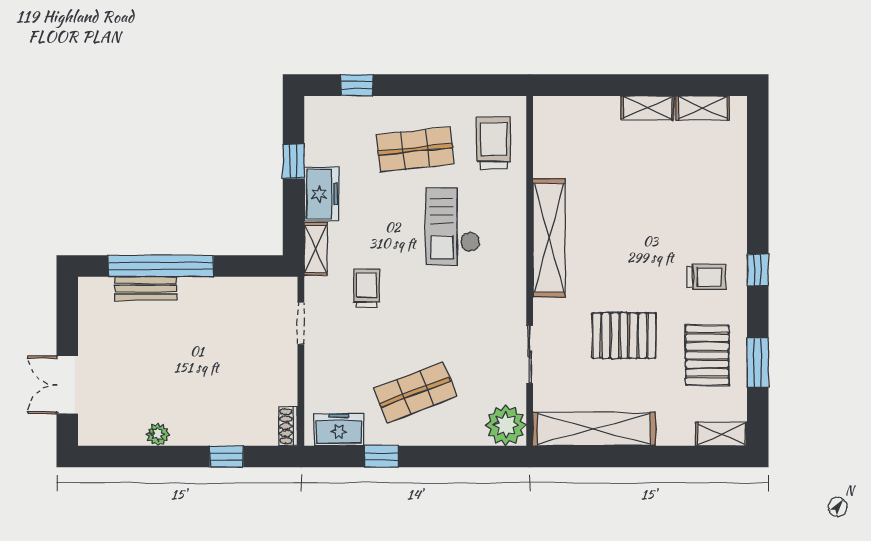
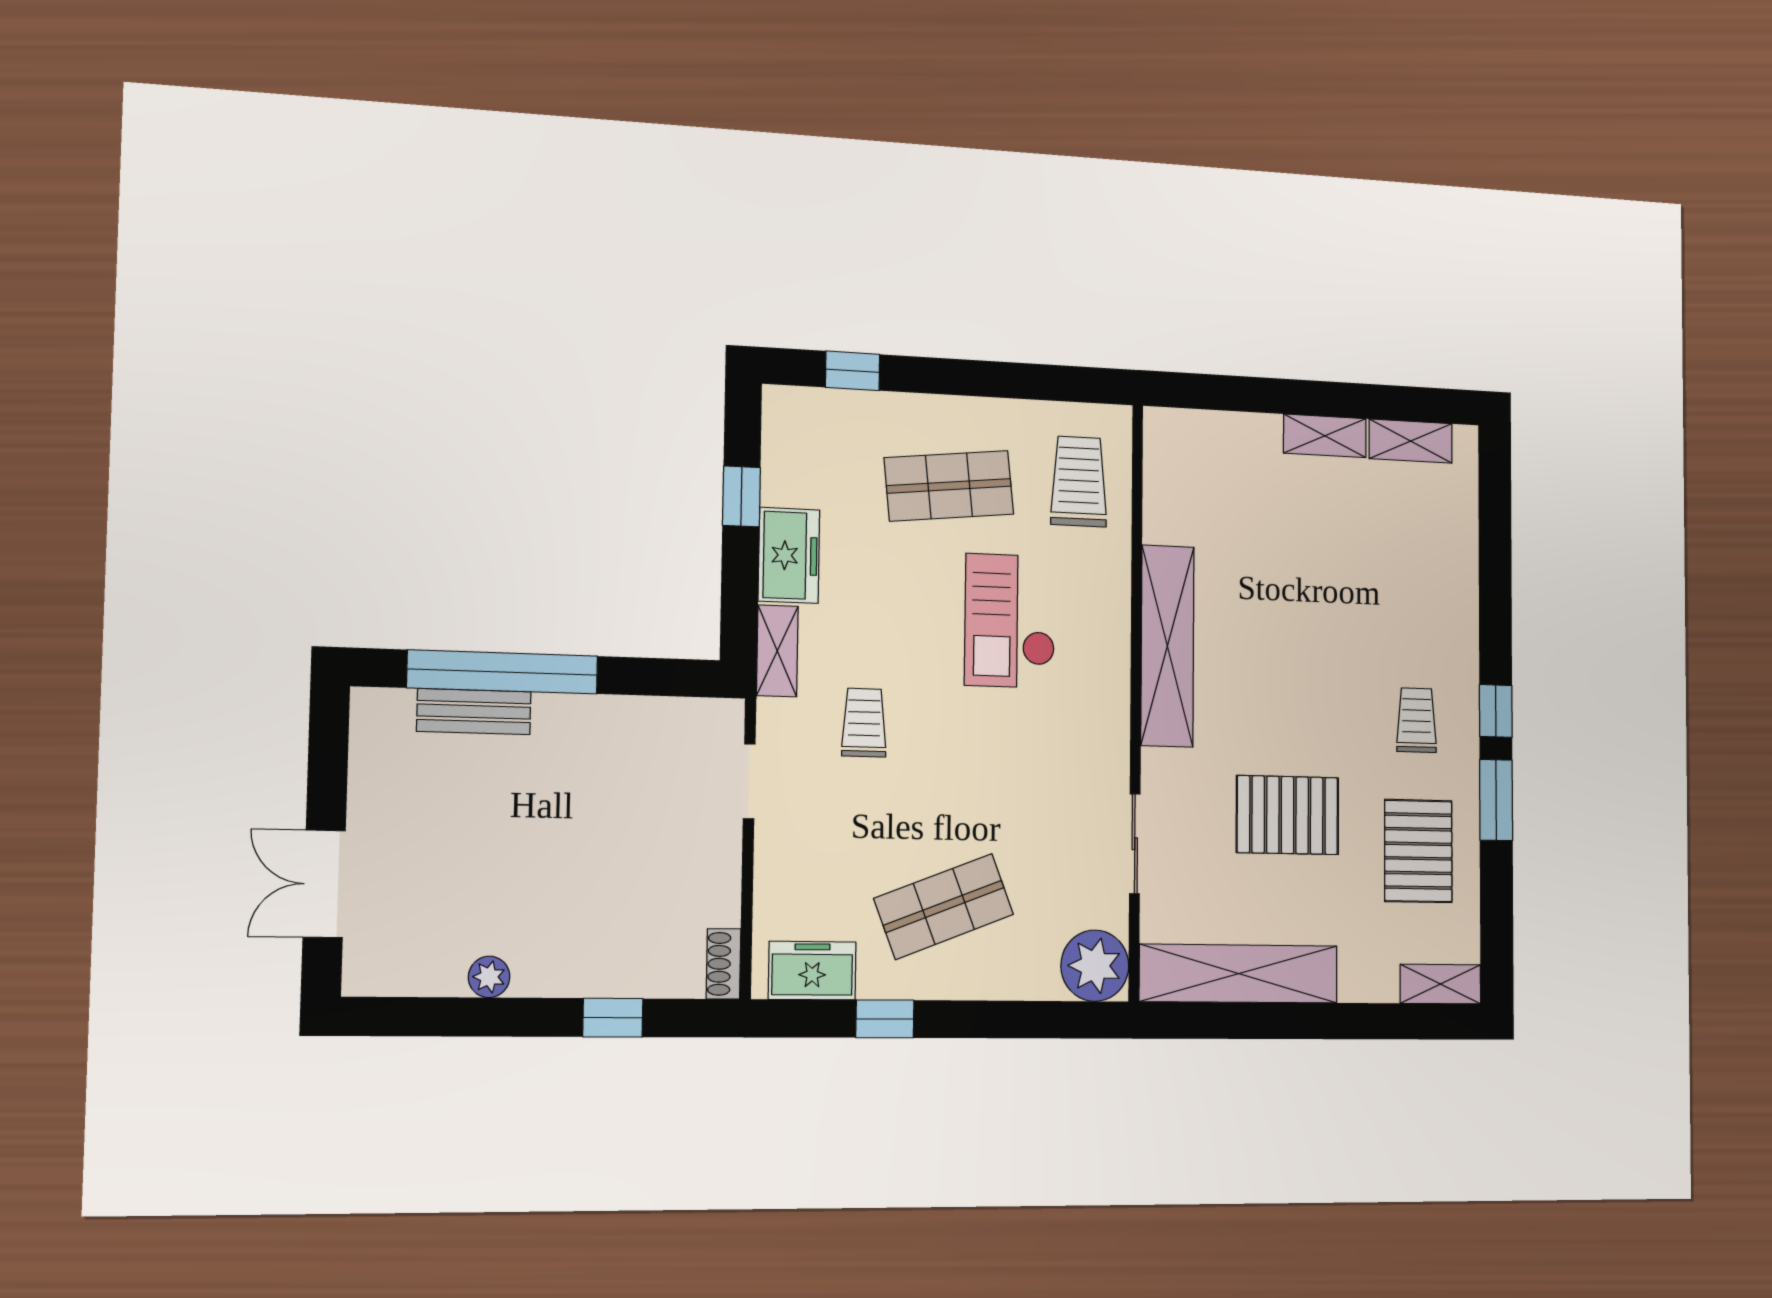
trolley: (706, 277) -> (1416, 720), turned -90
window: (758, 363) -> (1496, 800), moved

